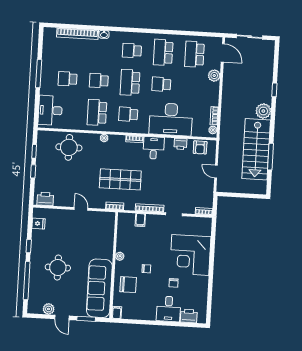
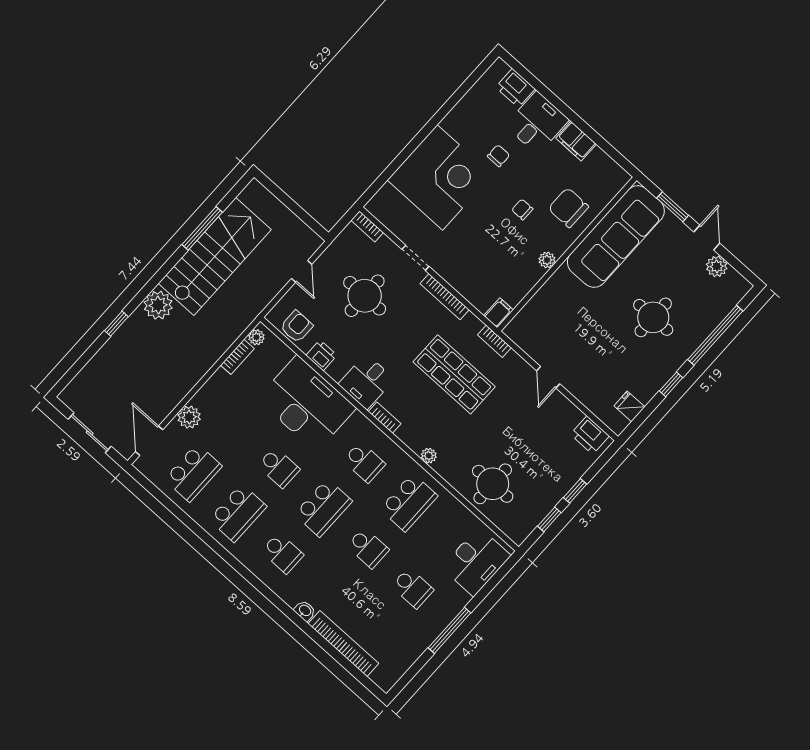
round table: (182, 182) -> (365, 296), added
filing cabinet: (140, 220) -> (498, 313), moved
filing cabinet: (117, 312) -> (576, 141), moved, width x2.00

